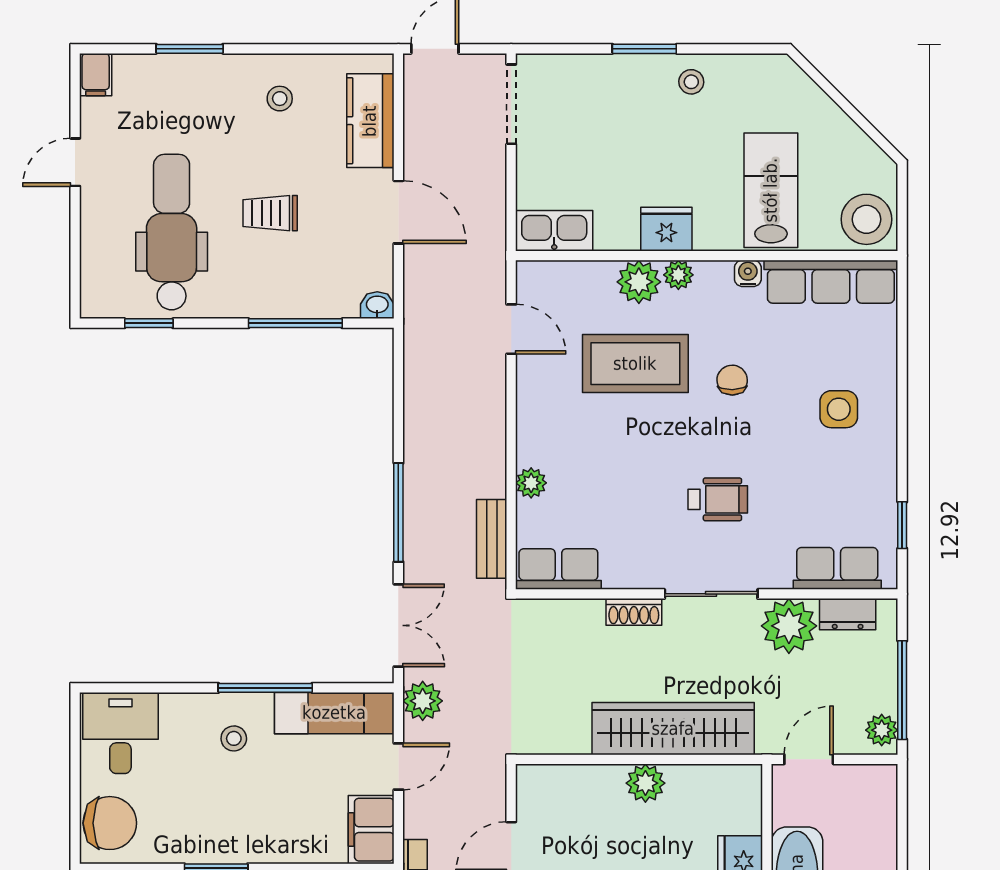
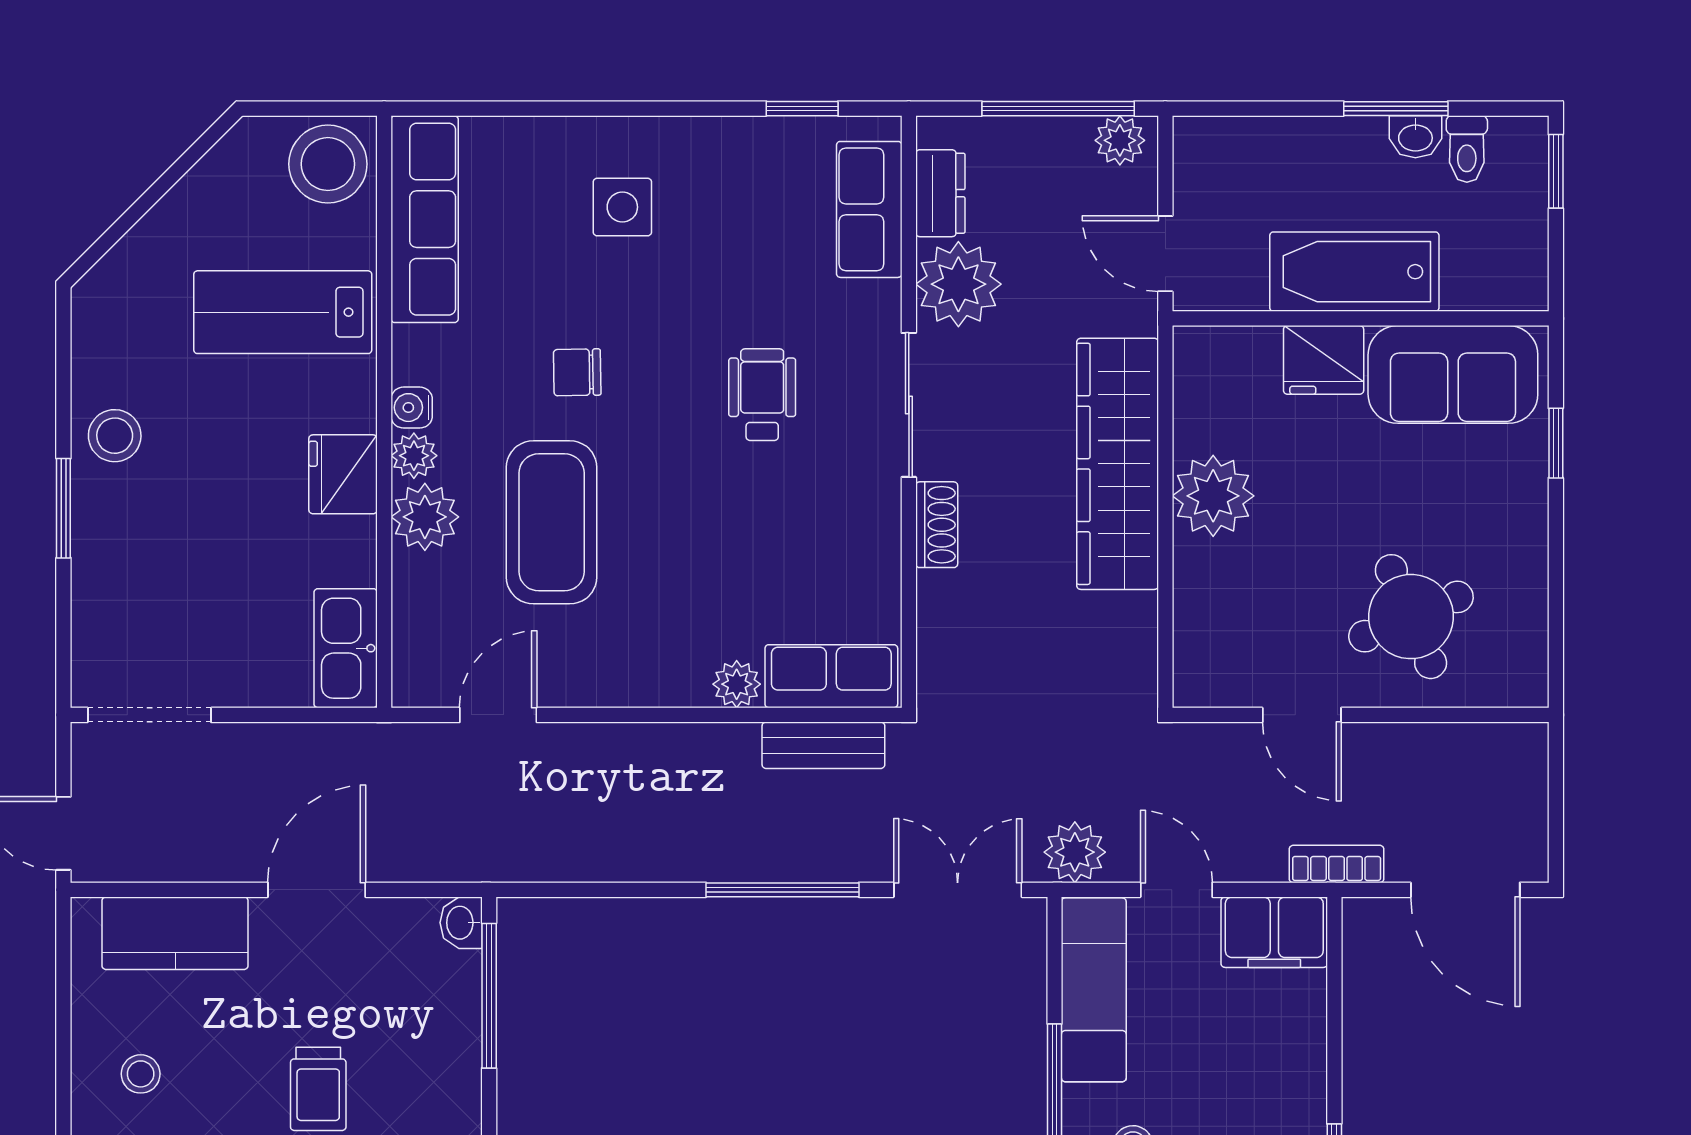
stool: (691, 82) -> (115, 436), width x1.37, depth x1.37
water cooler: (748, 273) -> (412, 408), moved
window: (295, 323) -> (489, 996), moved
row of seats: (558, 569) -> (831, 676), moved, turned 90
plant: (645, 783) -> (1213, 496), width x1.36, depth x1.36

